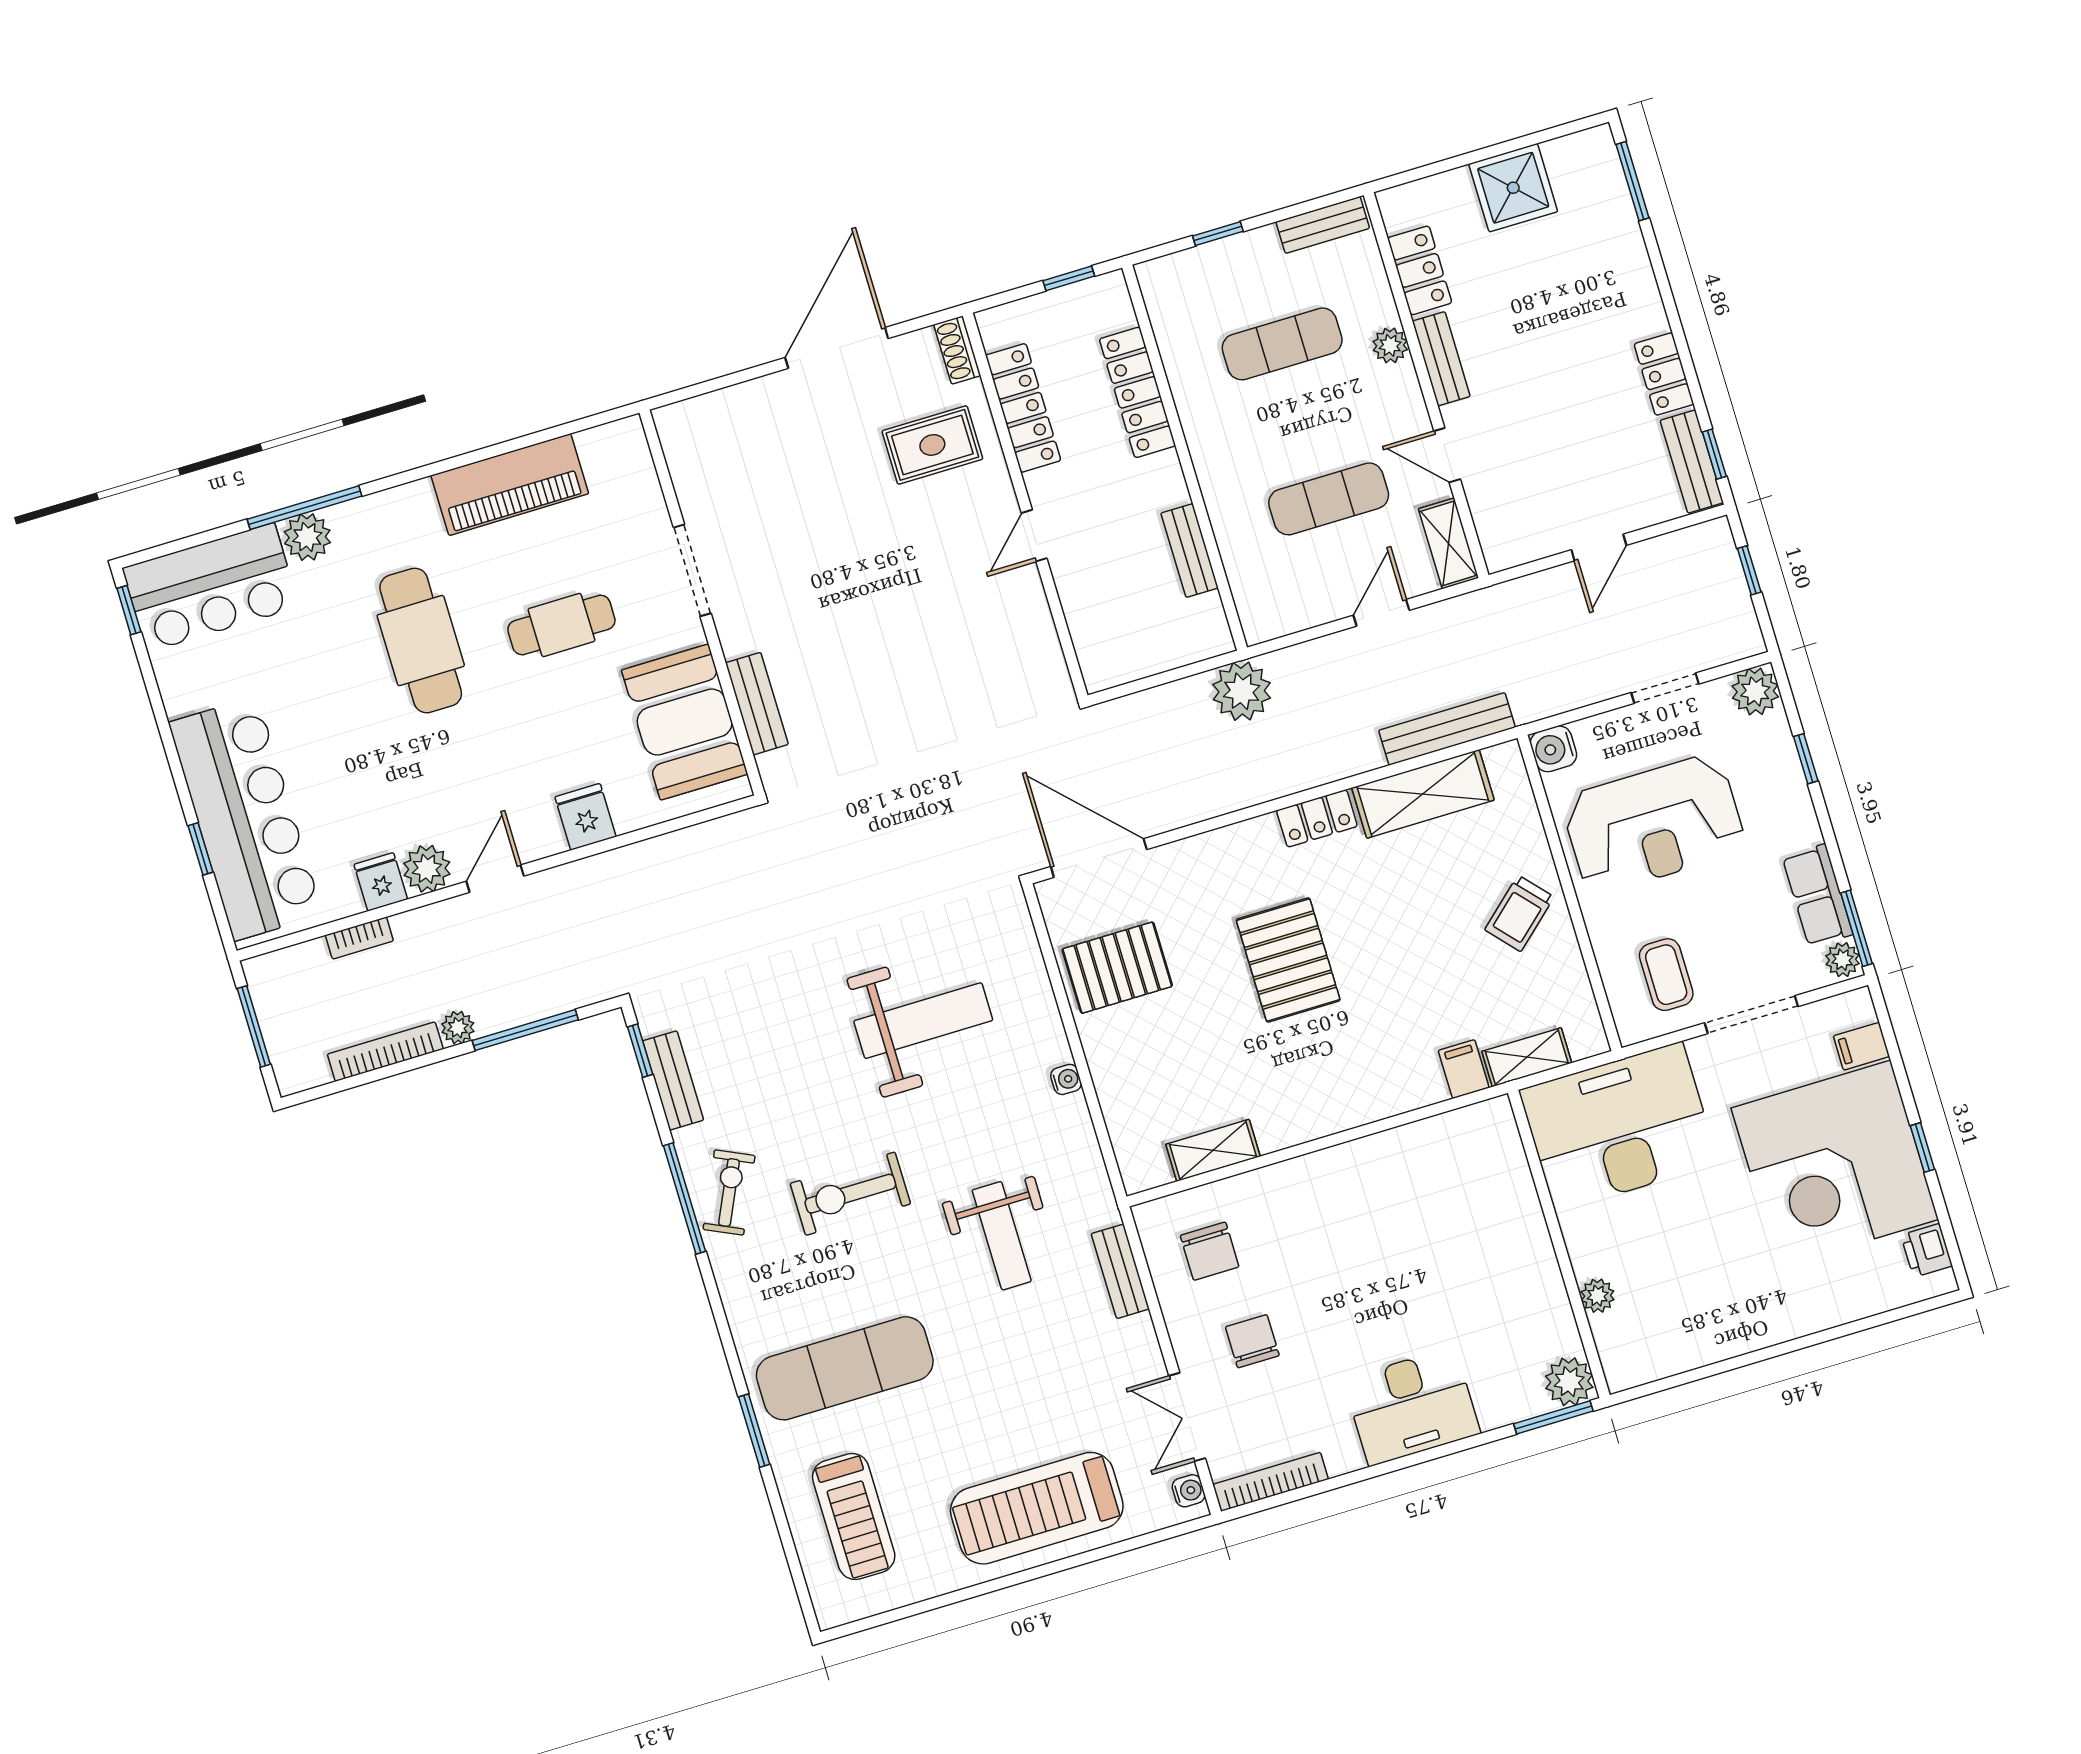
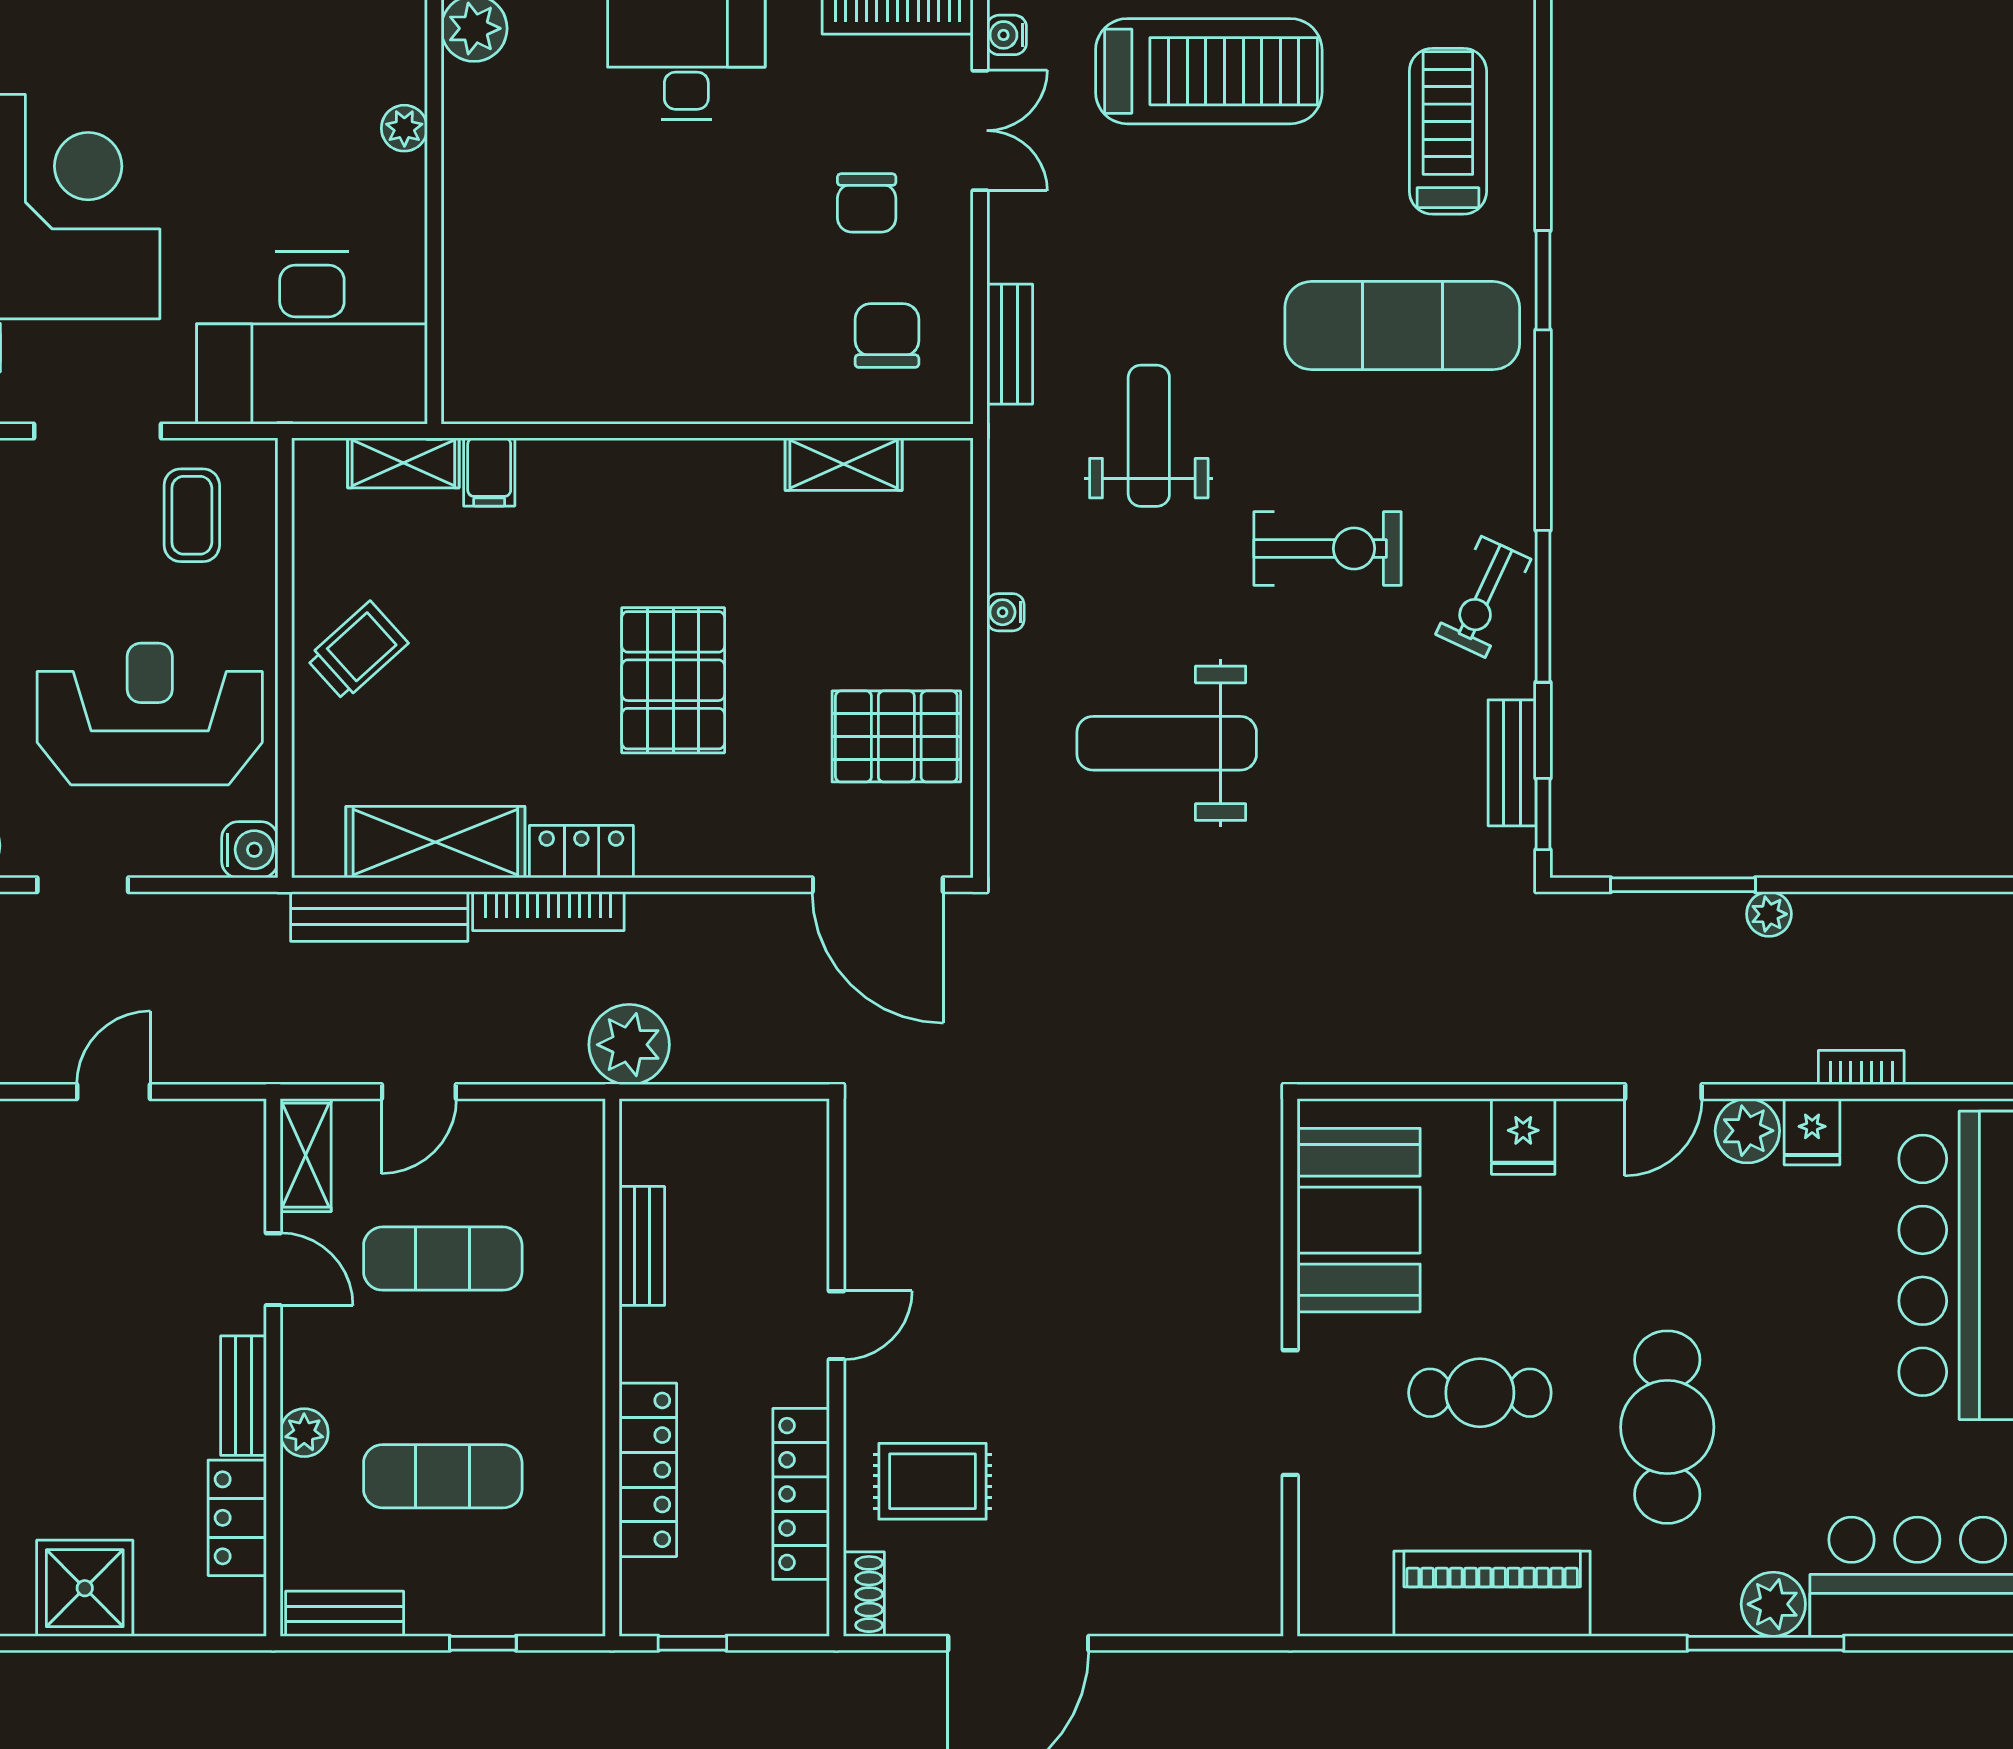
bench: (757, 704) -> (1259, 1216), removed
bookcase: (385, 1052) -> (548, 911), moved

